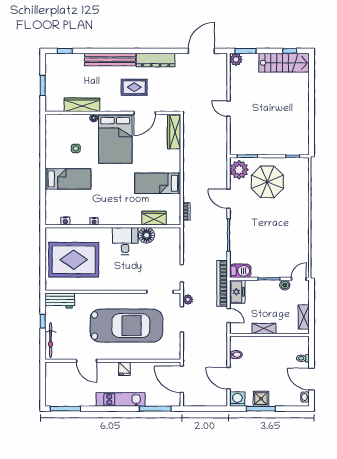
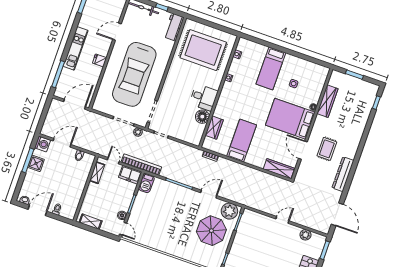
plant: (236, 59) -> (305, 235), moved
bench: (110, 60) -> (356, 137), removed
rug: (74, 260) -> (203, 50), turned 90
door: (229, 316) -> (113, 161), swing flipped
shelving: (264, 328) -> (97, 173), moved

